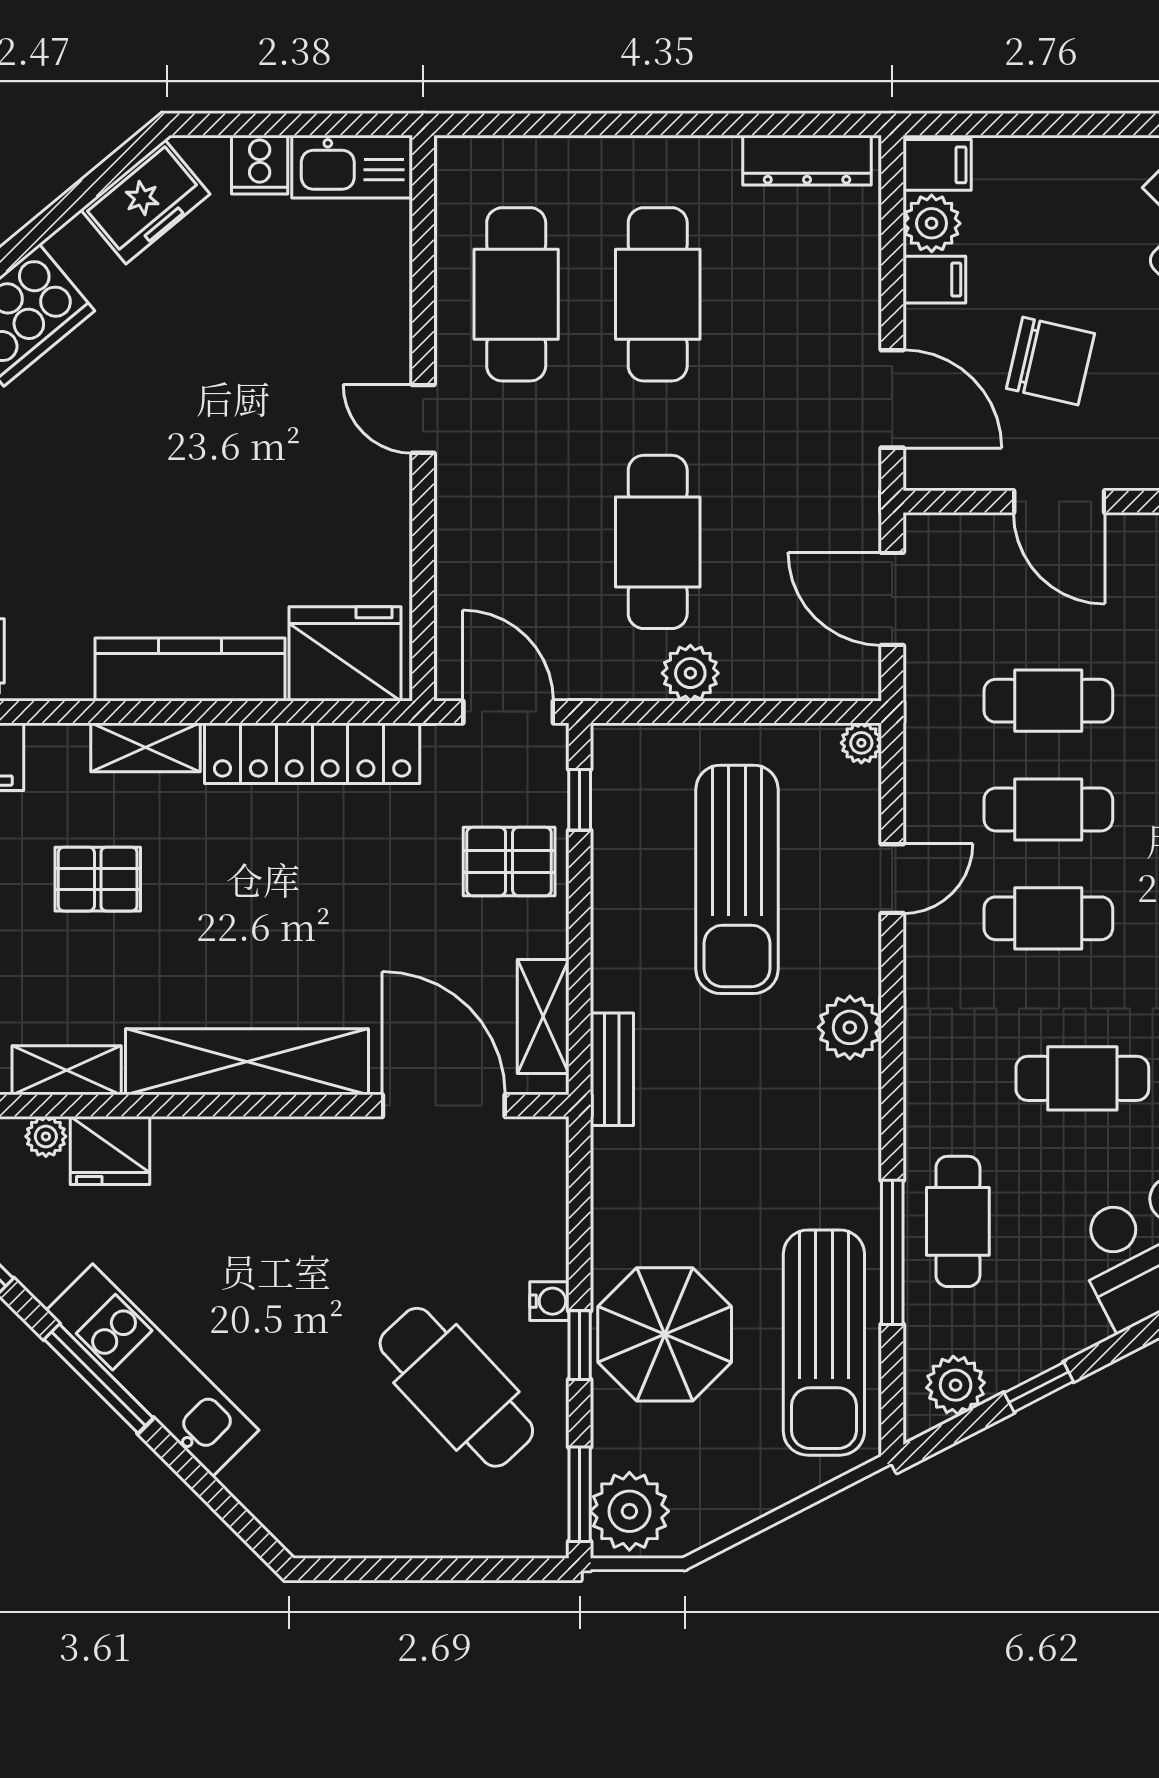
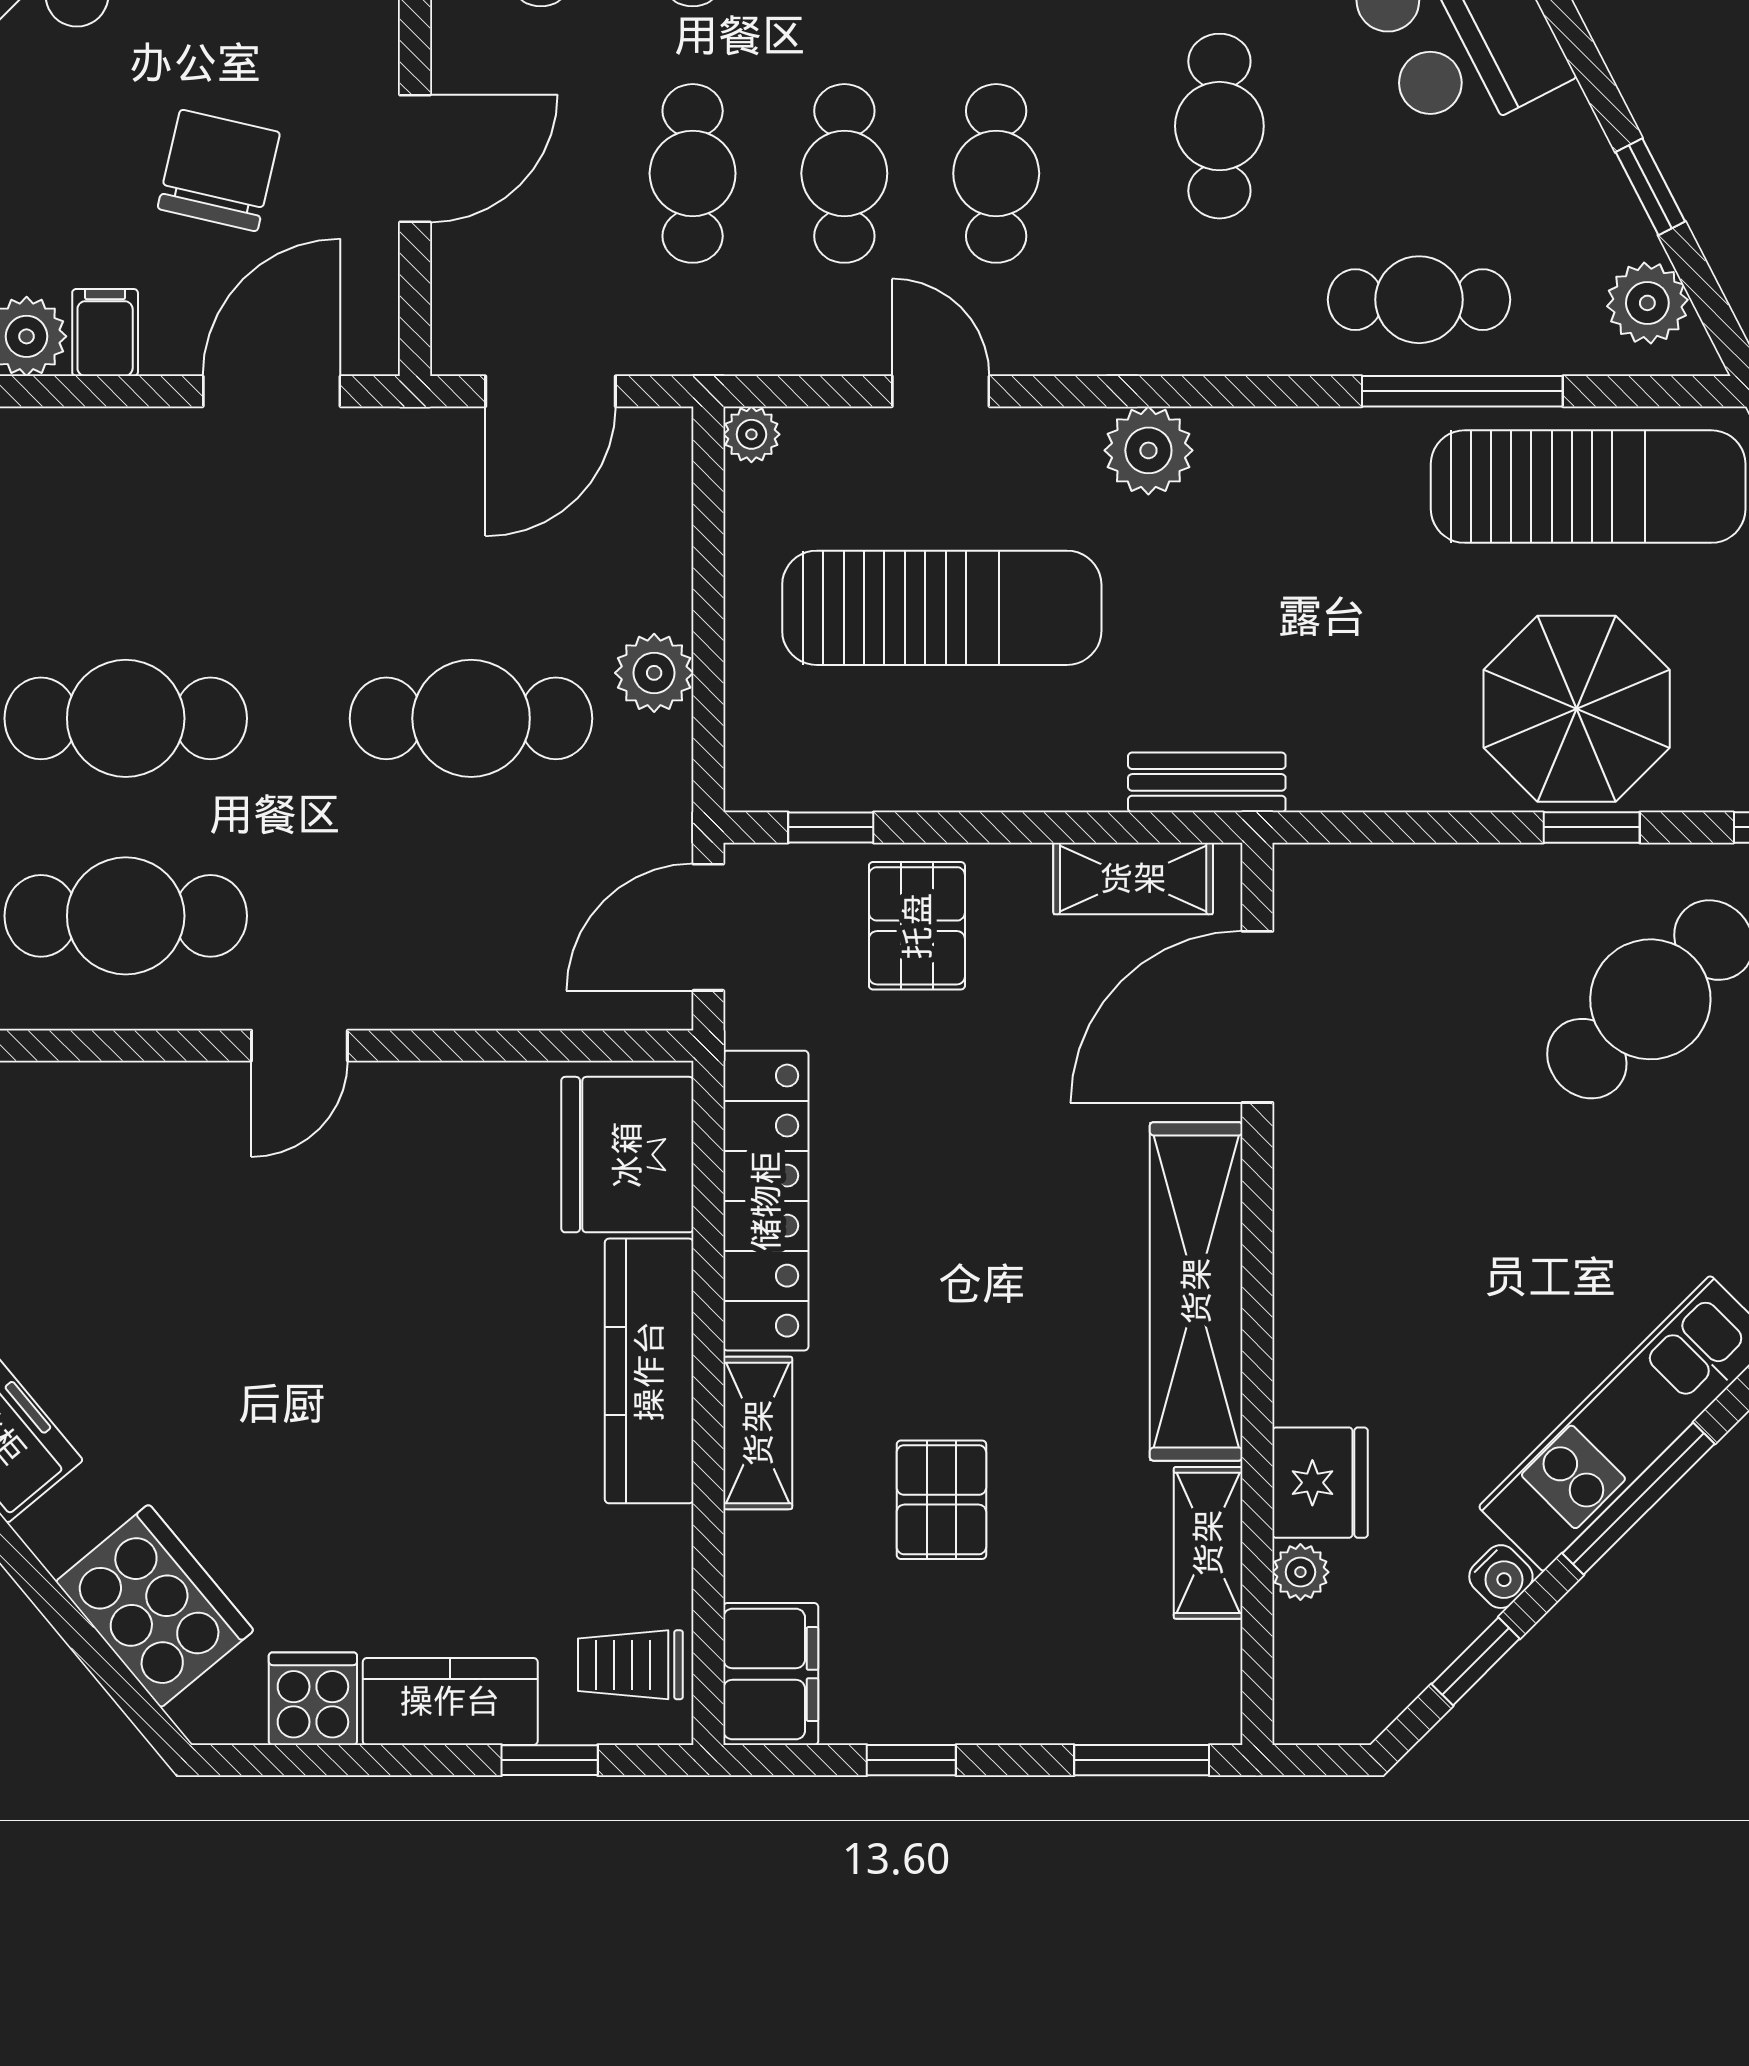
water cooler: (549, 1301) -> (1501, 1577), moved, turned 135

